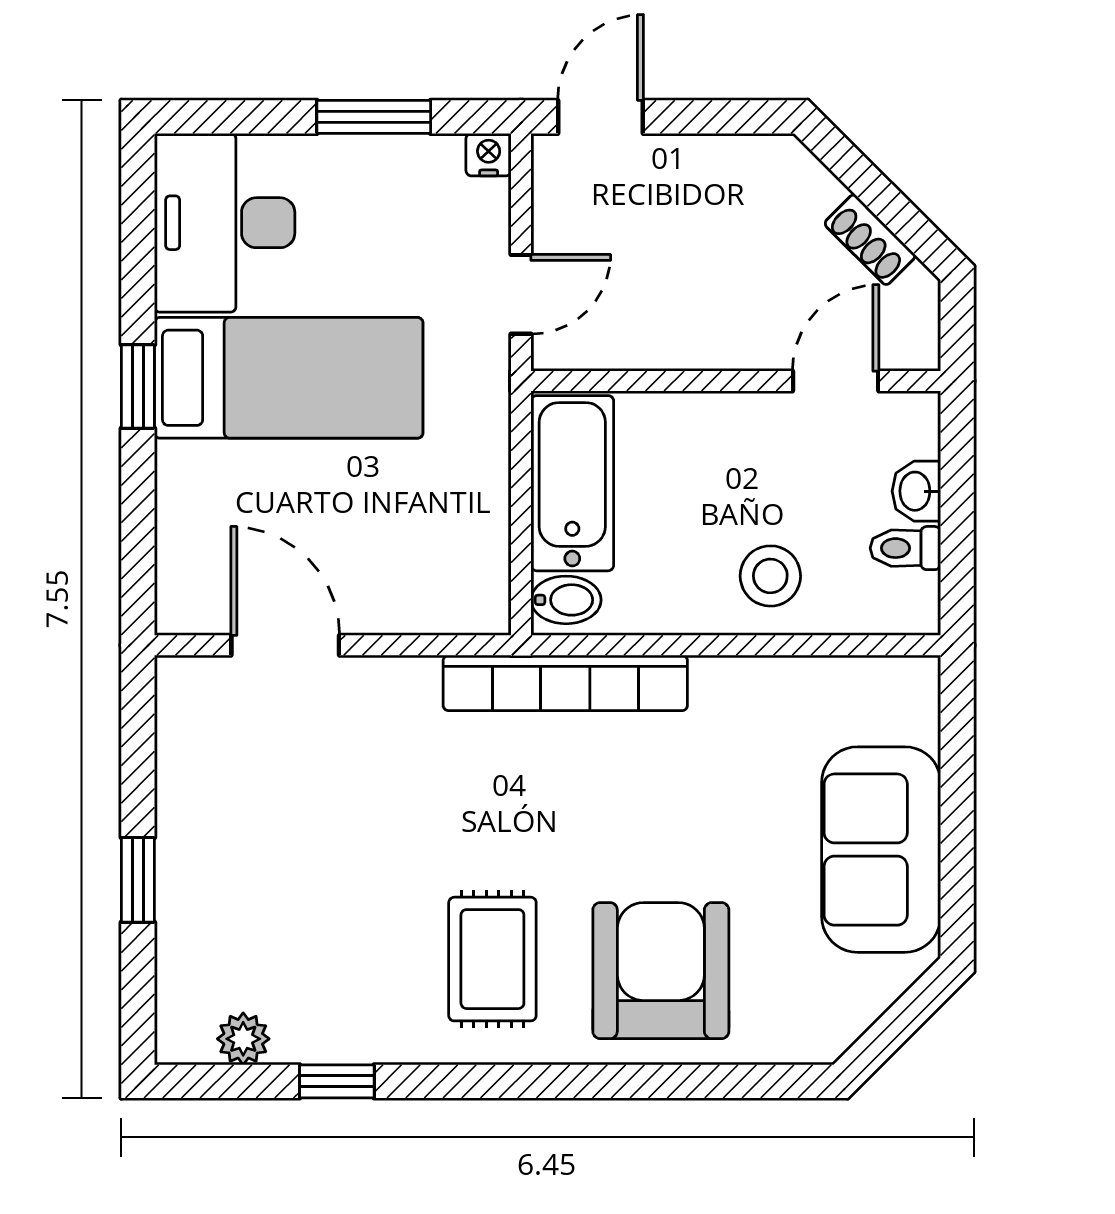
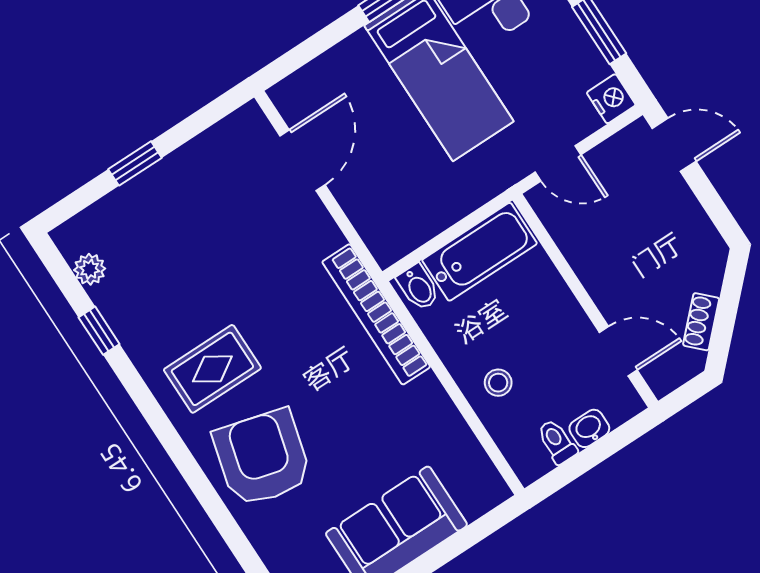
nightstand: (489, 155) -> (611, 99), width x1.39, depth x1.35
stool: (770, 576) -> (498, 383), width x0.73, depth x0.73
armchair: (661, 971) -> (262, 458), turned -75

